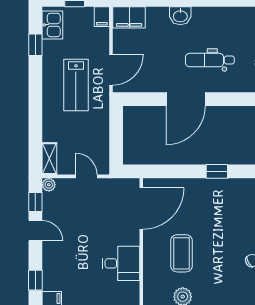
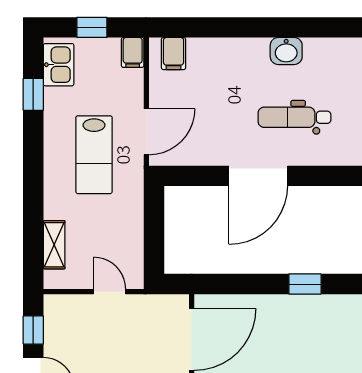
washbasin: (180, 16) -> (286, 51), moved
filing cabinet: (129, 17) -> (174, 54), width x0.50
shelving: (49, 159) -> (54, 245), moved
plant: (49, 185) -> (53, 304), removed

